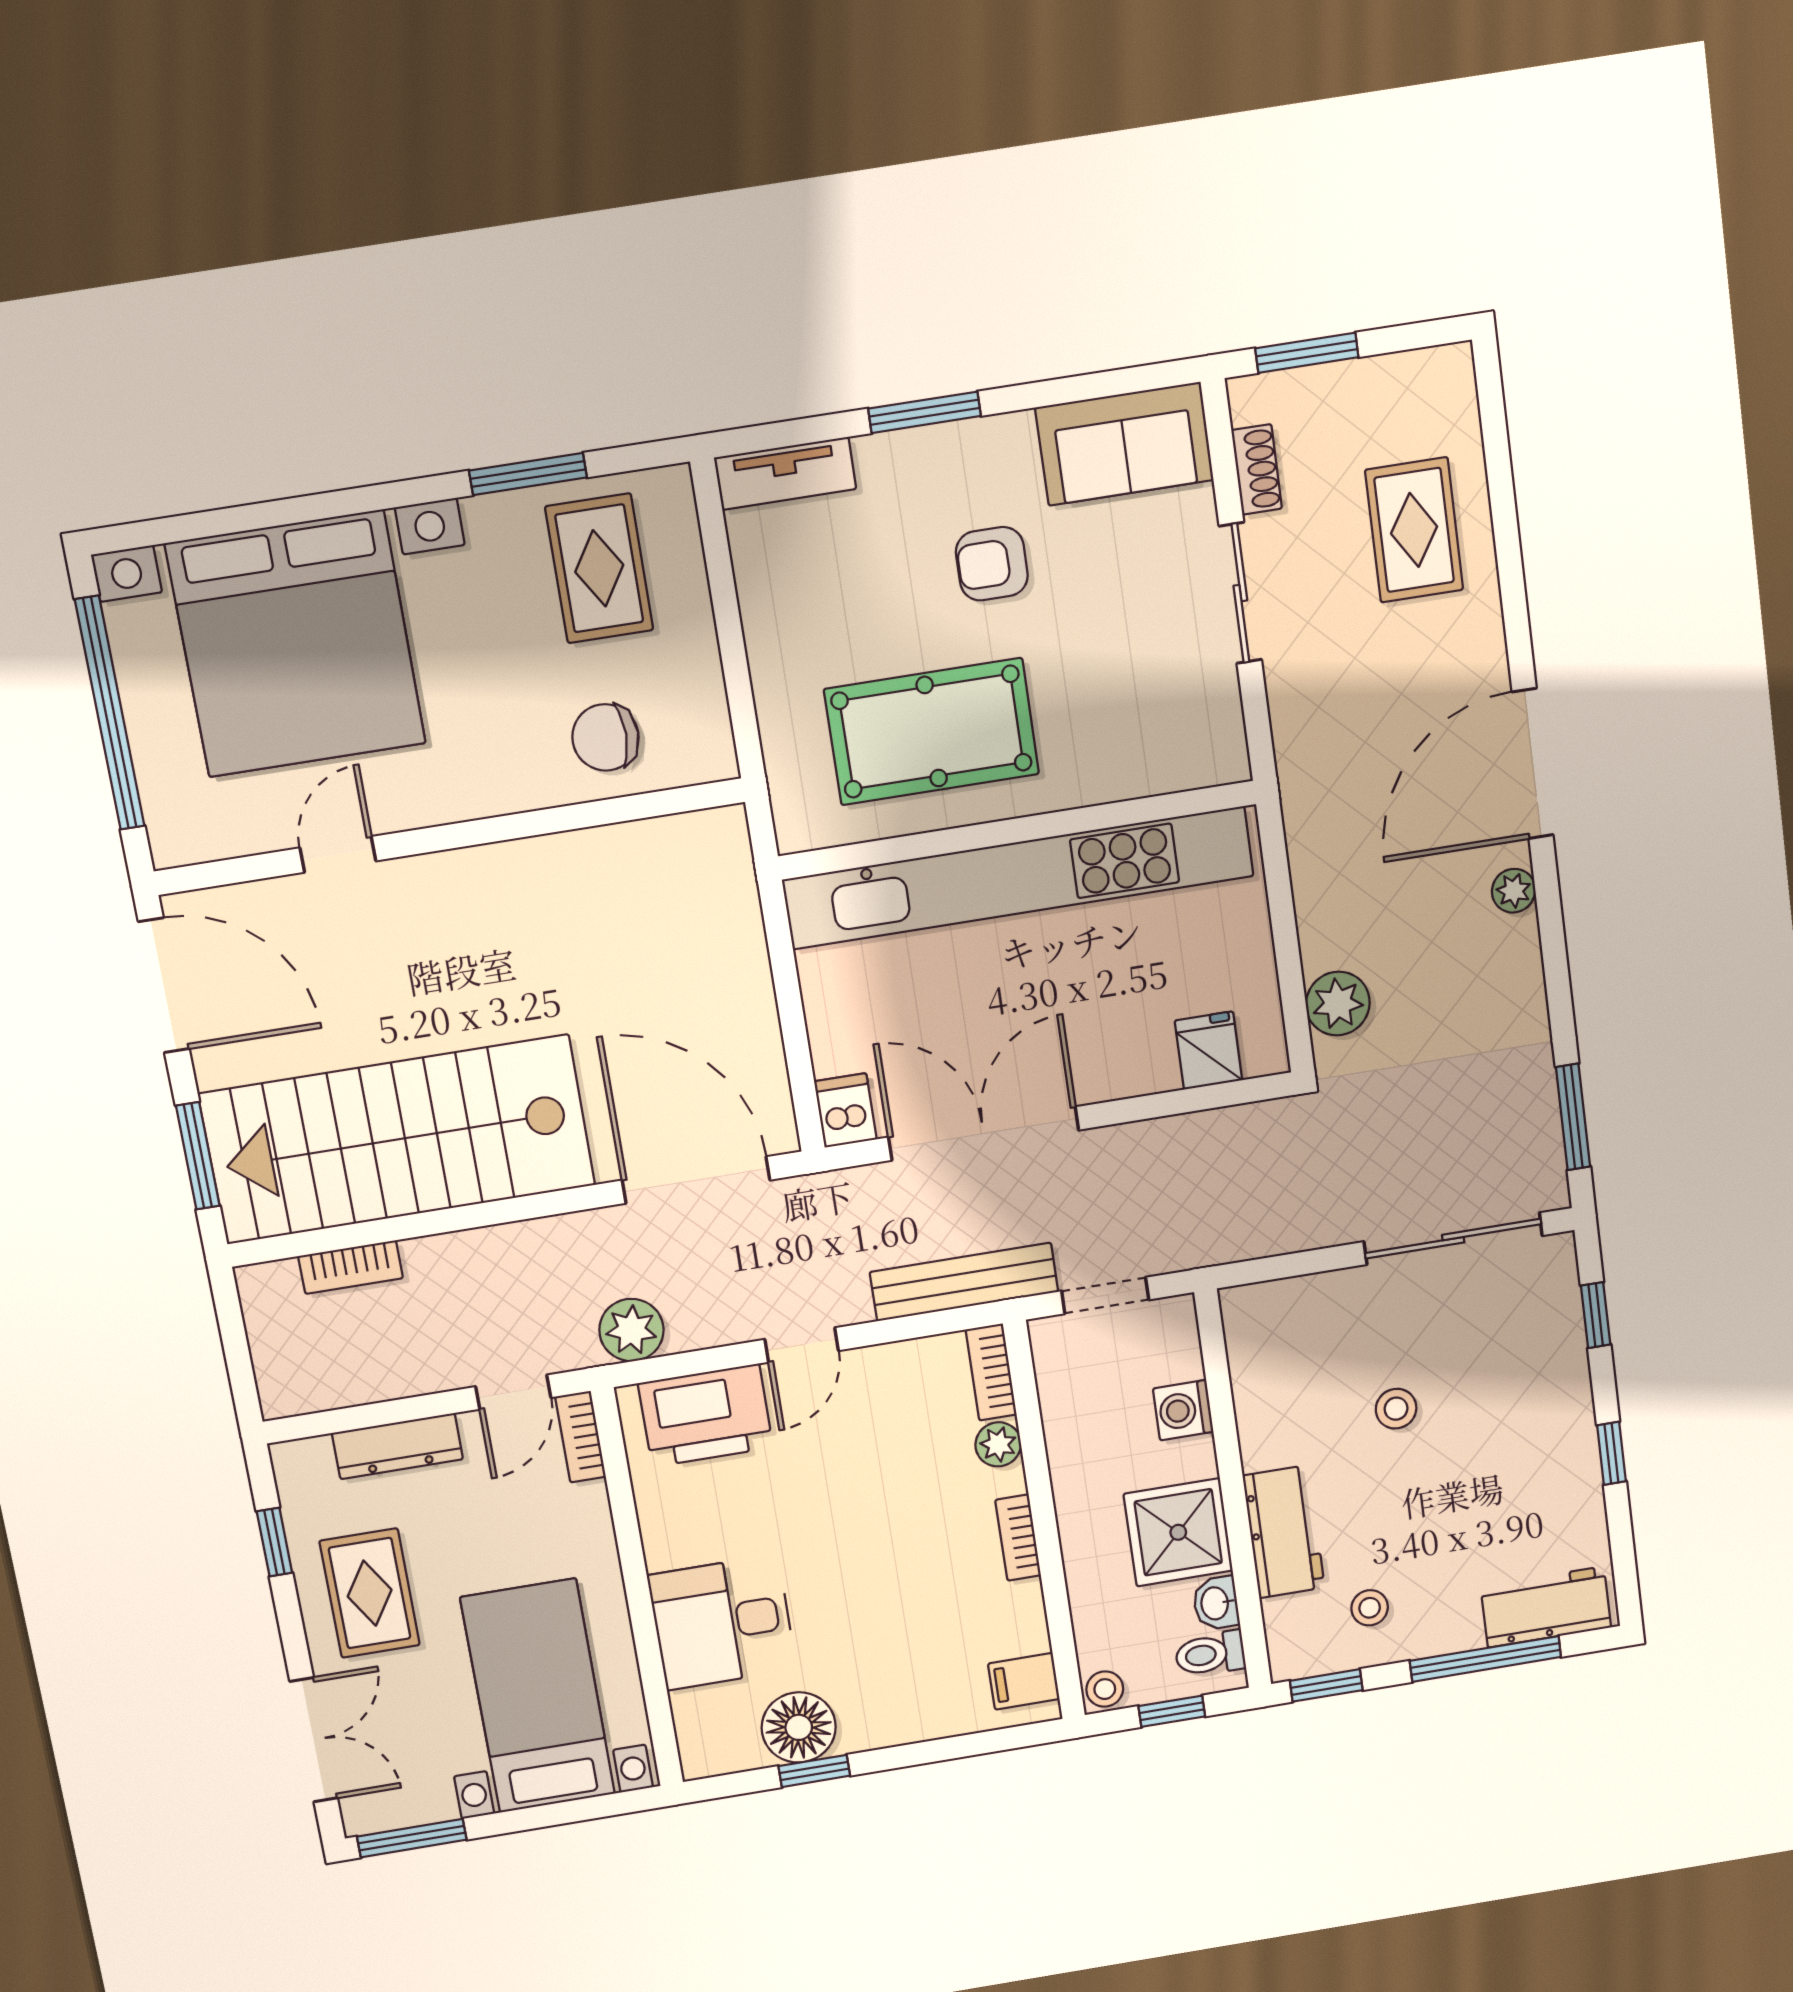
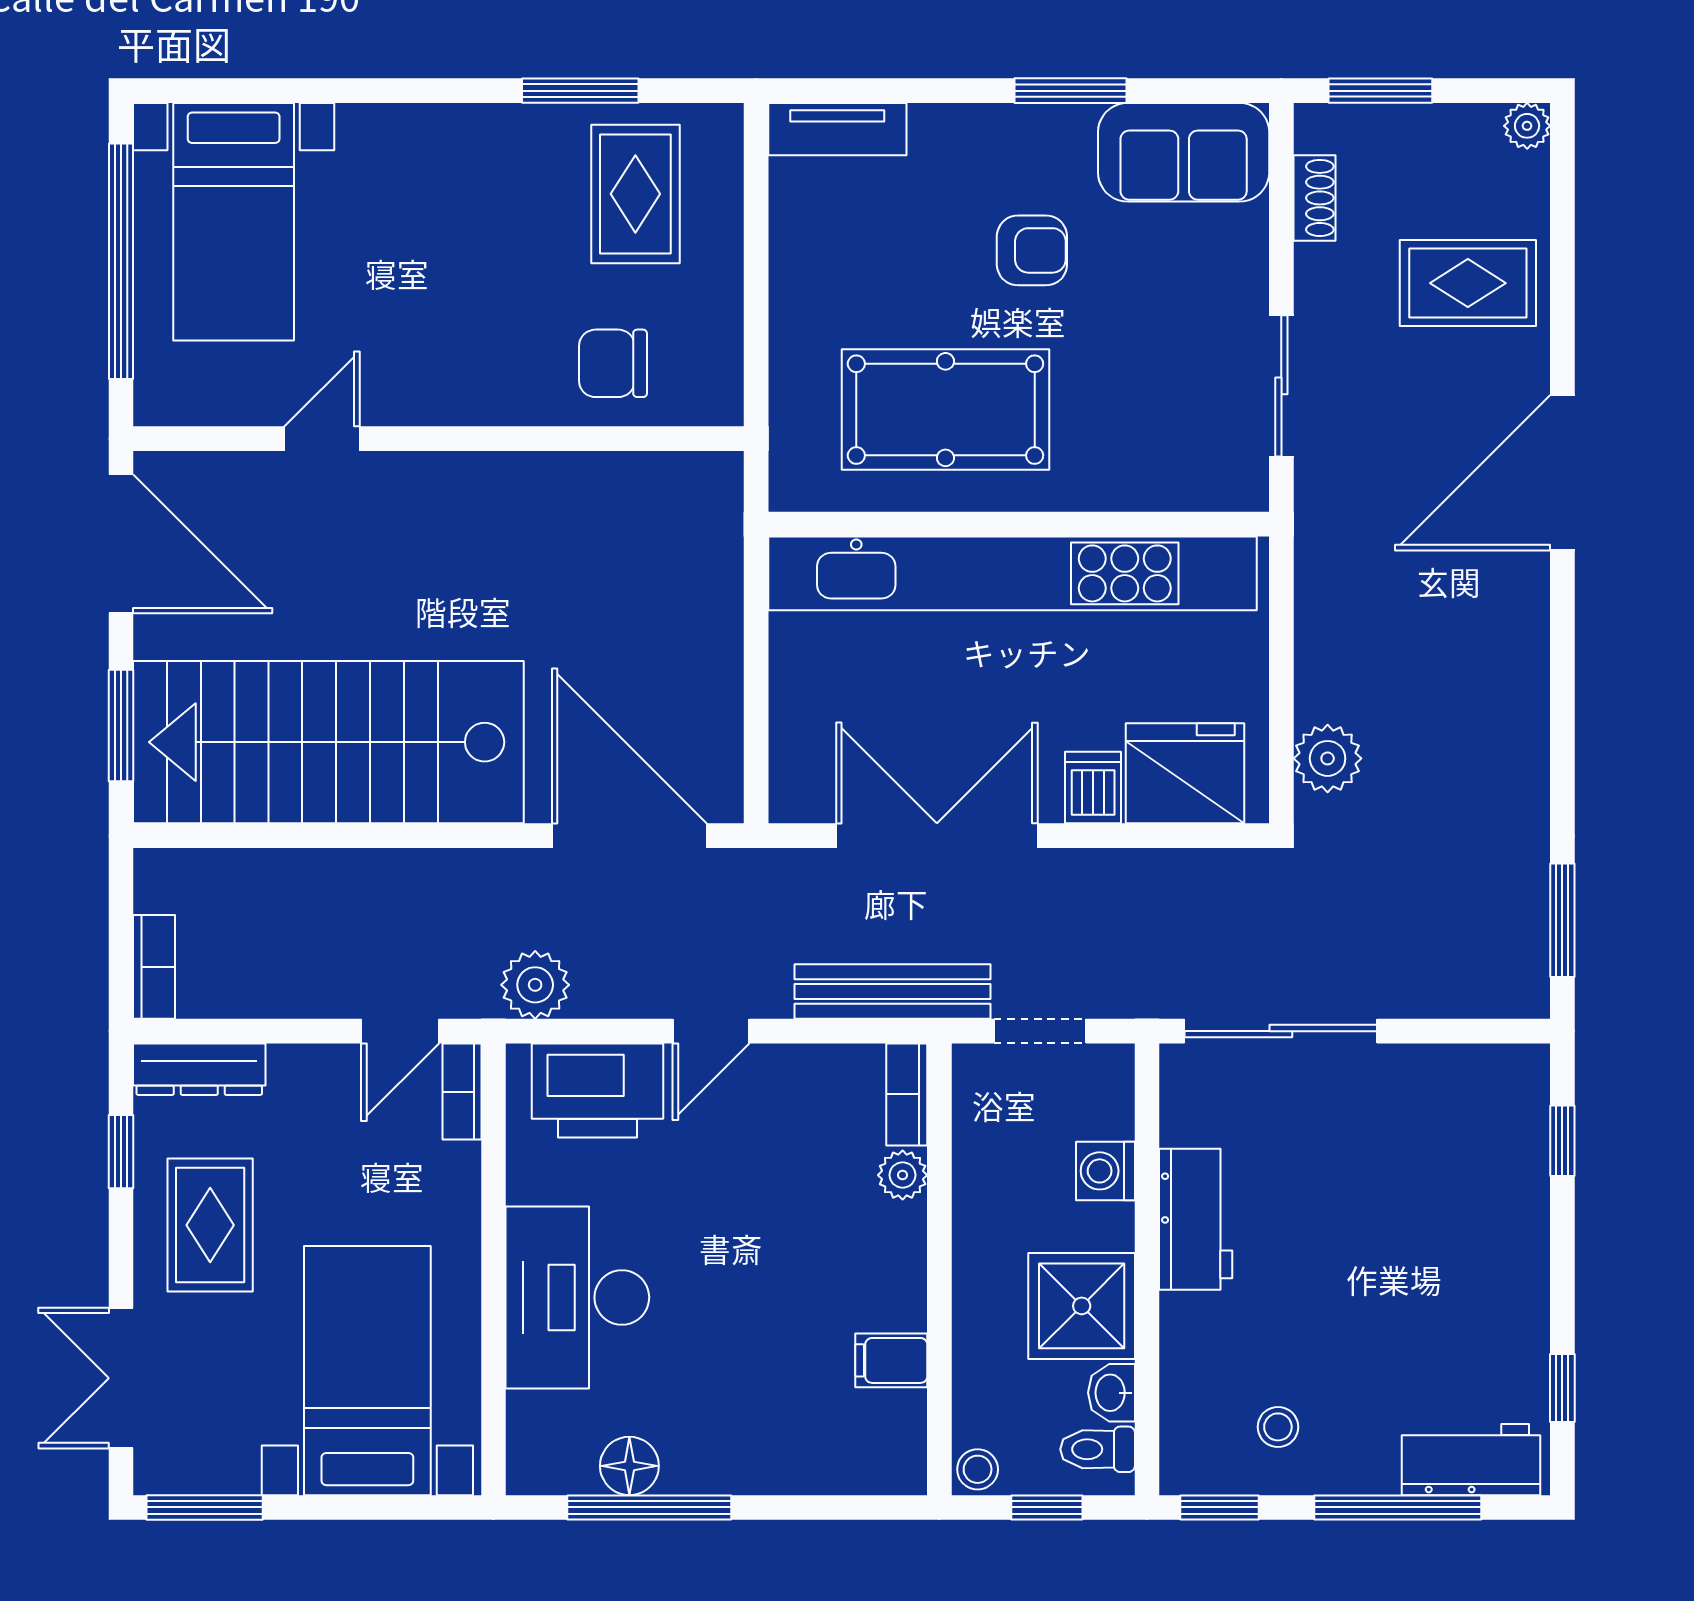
window: (925, 412) -> (1070, 91), moved
rug: (1414, 530) -> (1468, 283), turned 90
armchair: (992, 564) -> (1032, 250), turned 180
sliding door: (1240, 593) -> (1281, 386), moved
bed with nightstands: (296, 644) -> (234, 222), width x0.54
door: (1533, 764) -> (1562, 473), moved
plant: (1514, 891) -> (1527, 126), moved
fridge: (1208, 1050) -> (1185, 773), width x1.88, depth x1.34
dishwasher: (845, 1110) -> (1093, 787), moved
sliding door: (1453, 1239) -> (1281, 1031), moved
bookcase: (351, 1267) -> (154, 967), moved, turned -90
stool: (1396, 1409) -> (1335, 1208), removed
dresser: (397, 1446) -> (199, 1069), moved
window: (1611, 1453) -> (1562, 1388), moved
workbench: (1284, 1532) -> (1196, 1219), moved
bookcase: (1018, 1538) -> (909, 1282), removed
desk: (722, 1622) -> (577, 1297), width x1.37
filing cabinet: (1024, 1681) -> (891, 1360), moved
floor lamp: (799, 1727) -> (629, 1466), width x0.73, depth x0.73
double door: (314, 1740) -> (121, 1378), swing flipped
window: (814, 1771) -> (649, 1507), width x2.17

